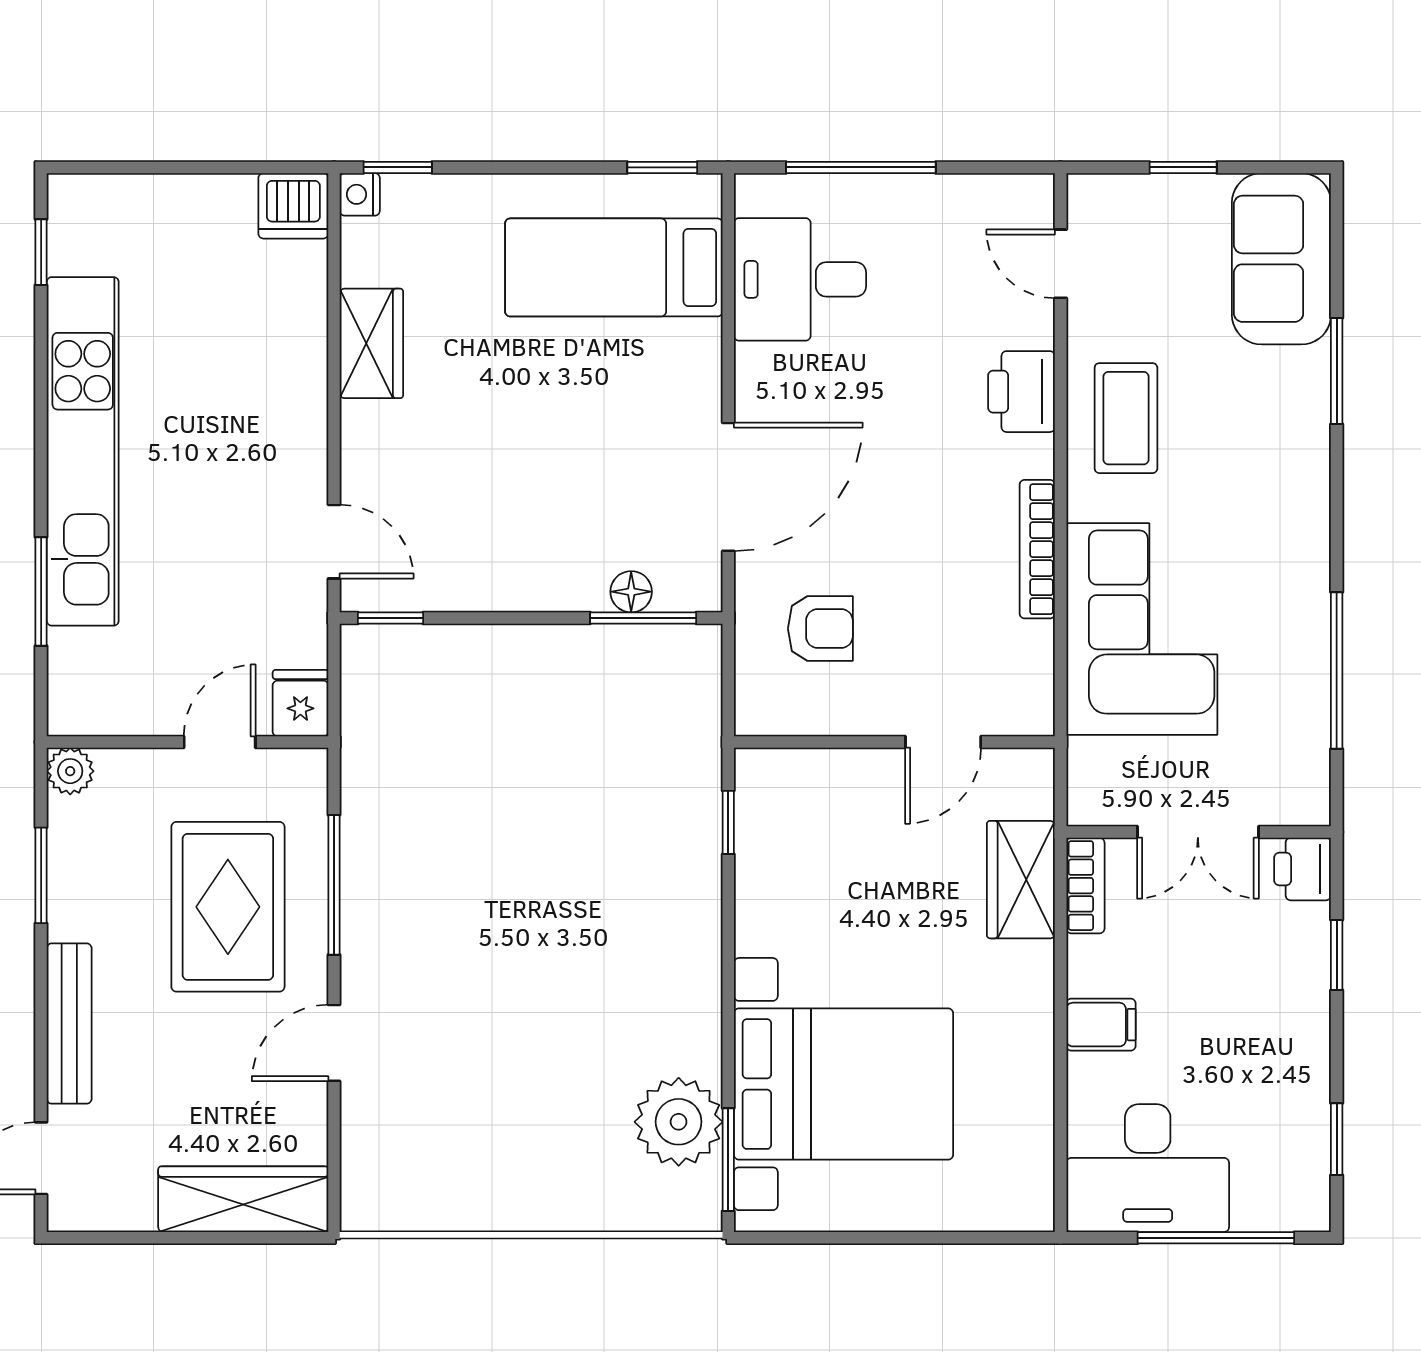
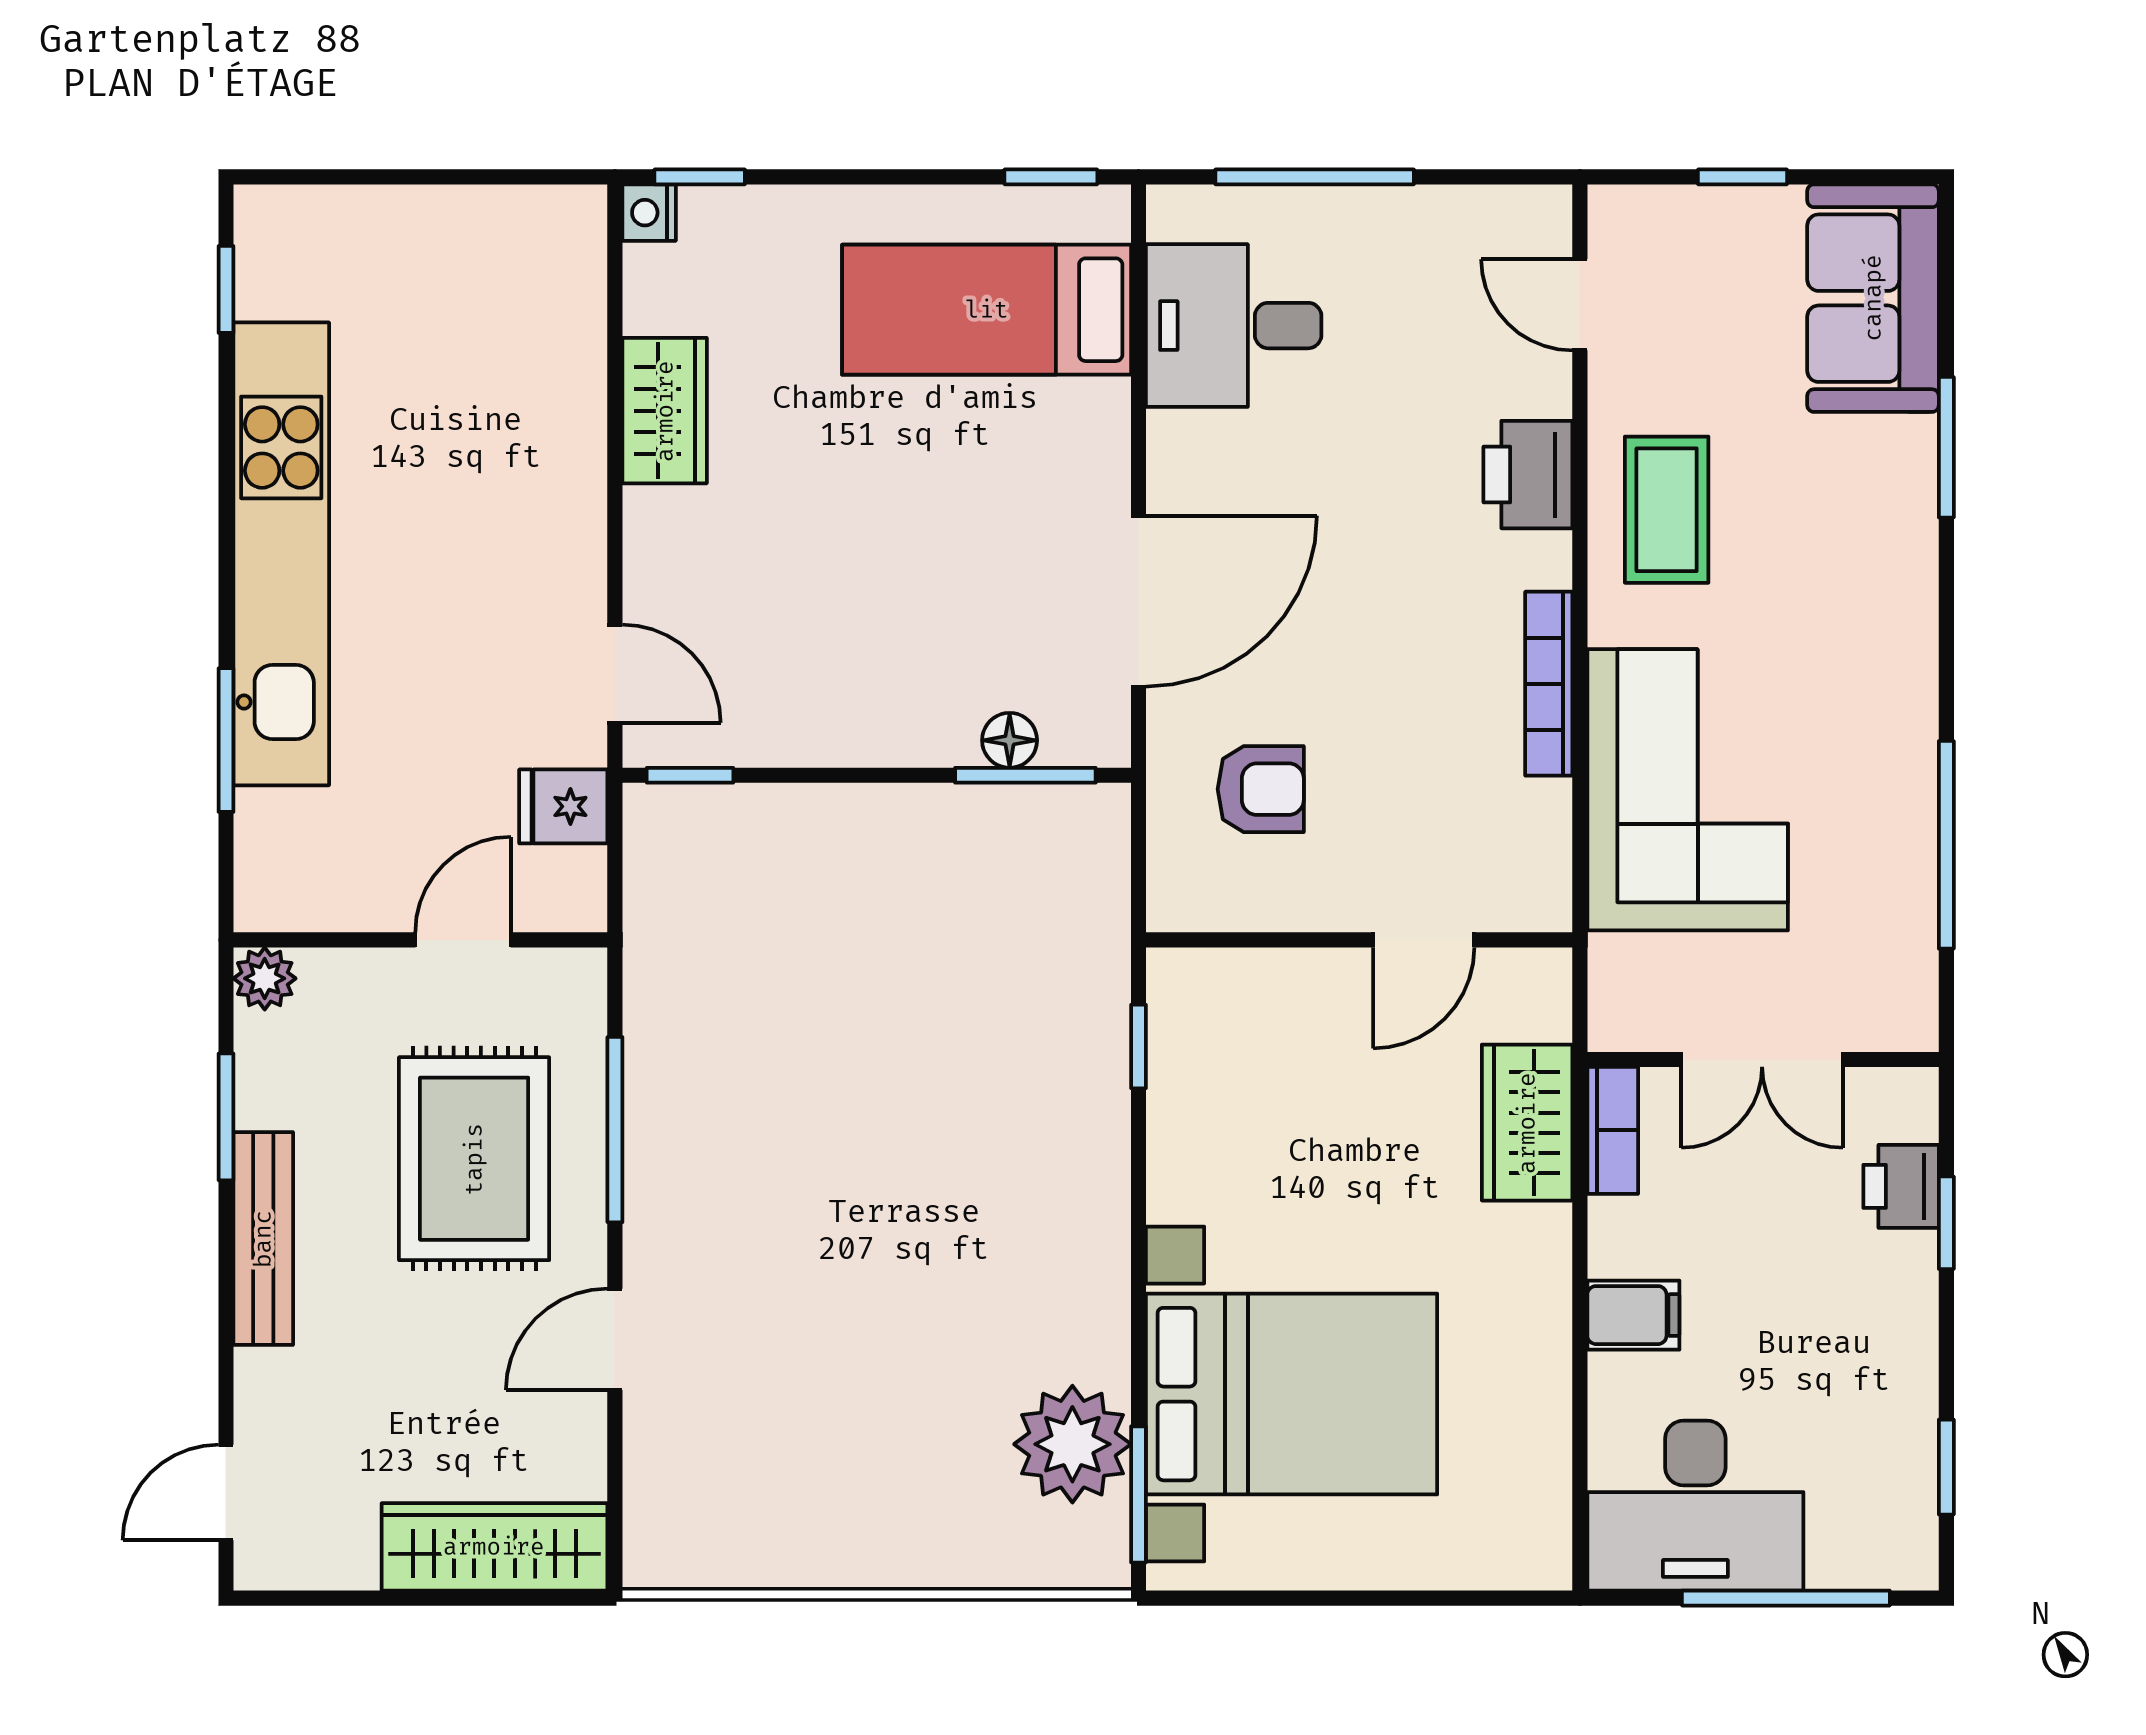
dishwasher: (293, 206) -> (561, 228), removed
fridge: (300, 703) -> (563, 806), moved, turned -90
printer: (1303, 869) -> (1901, 1186), moved
bench: (69, 1024) -> (263, 1239), moved

